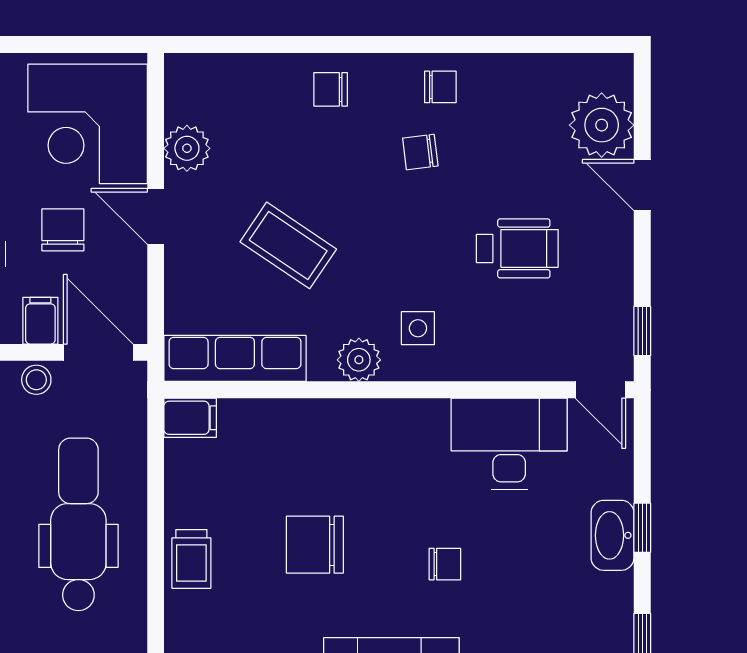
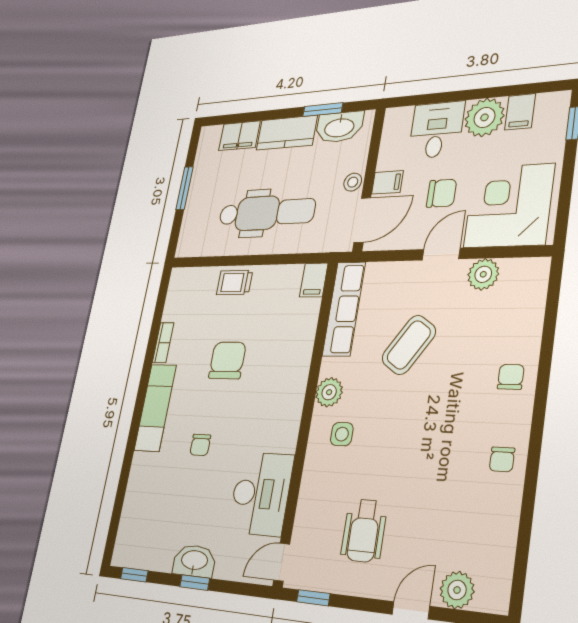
plant: (602, 125) -> (457, 590), width x0.73, depth x0.73
chair: (420, 152) -> (458, 442), removed
wheelchair: (517, 248) -> (364, 531), moved

